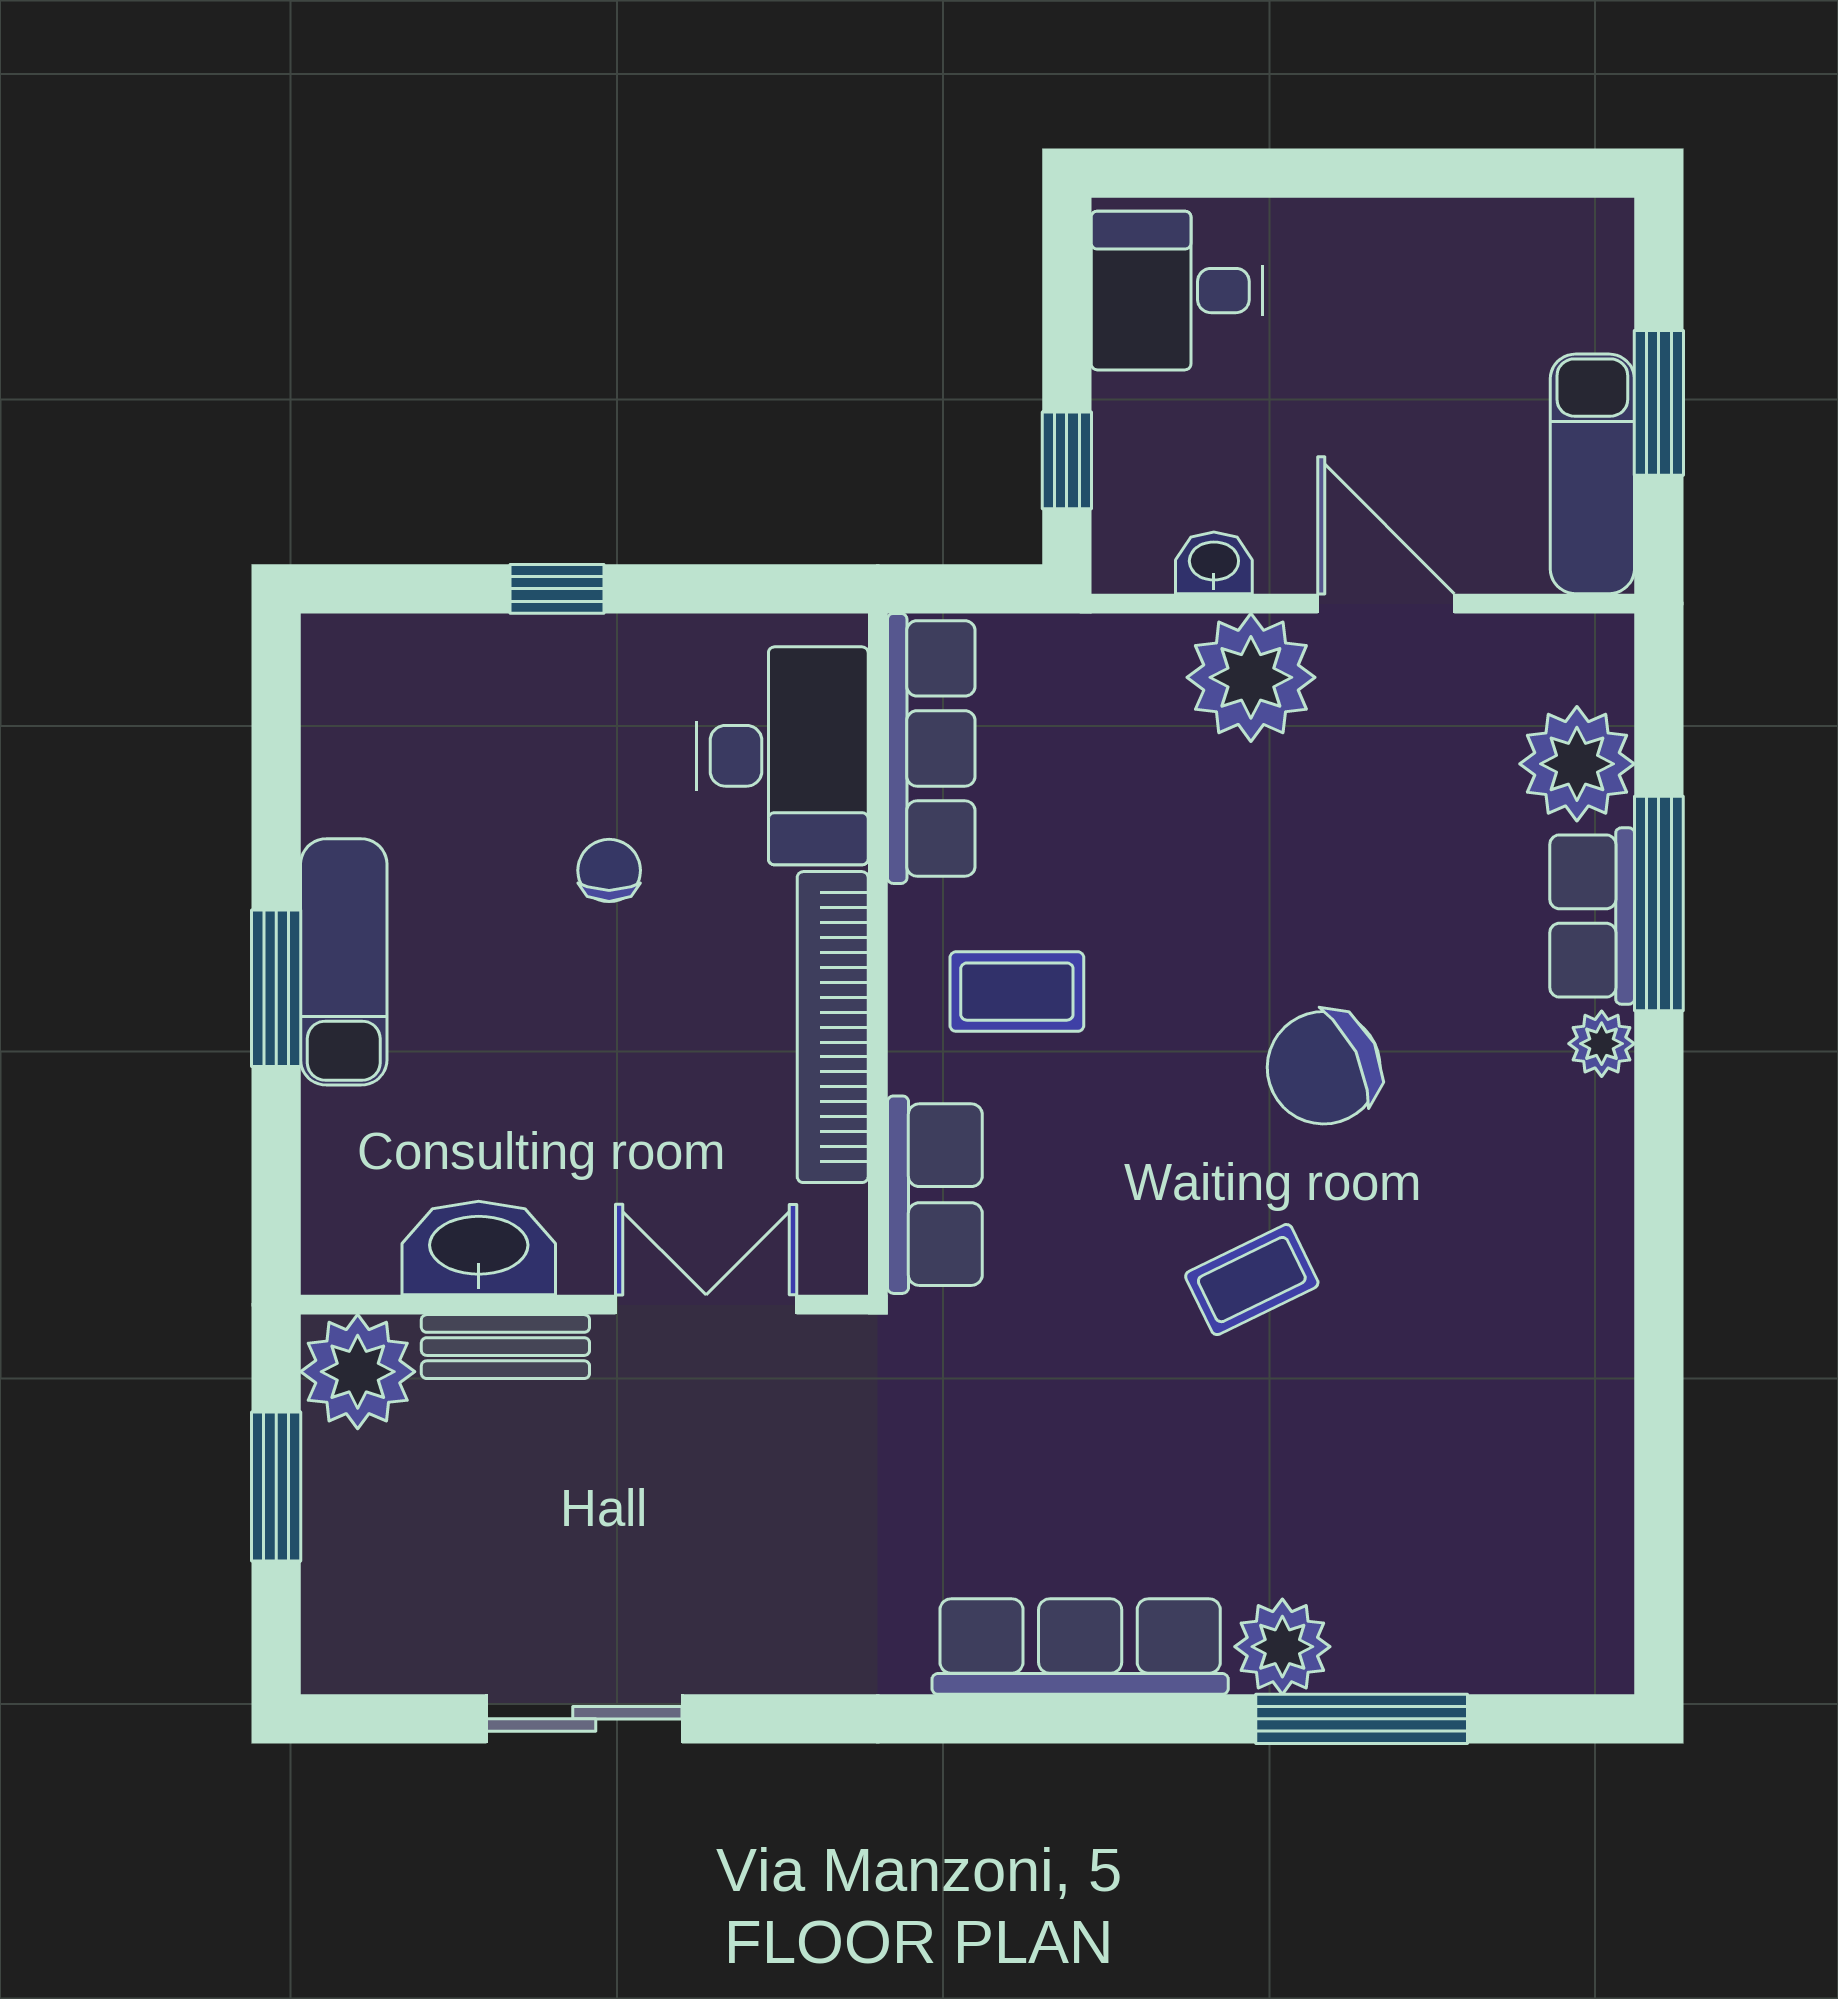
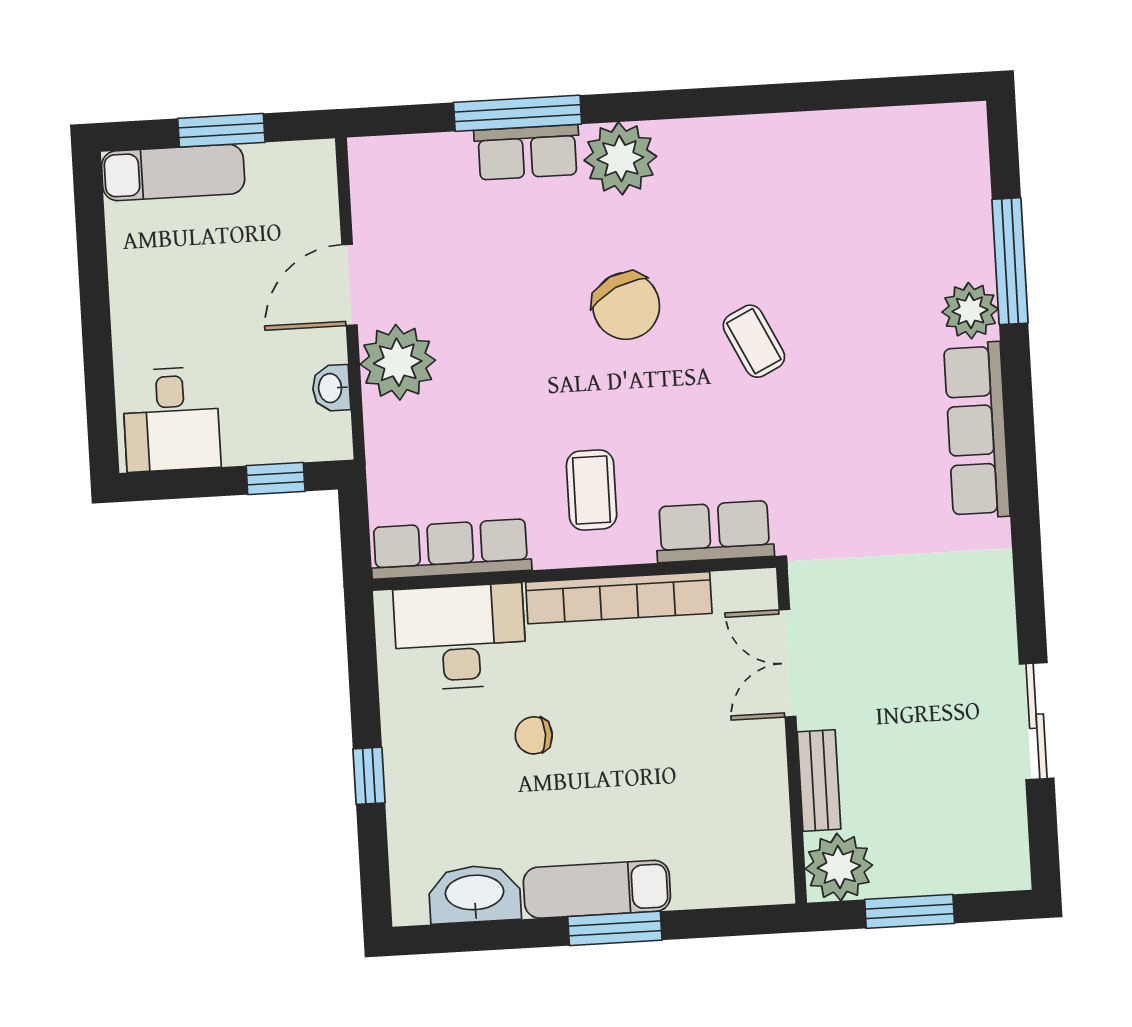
exam couch: (1592, 474) -> (173, 173), moved
plant: (1577, 764) -> (438, 166), removed
plant: (1602, 1044) -> (620, 158), width x1.88, depth x1.88
washbasin: (479, 1248) -> (475, 894), moved, turned 90

